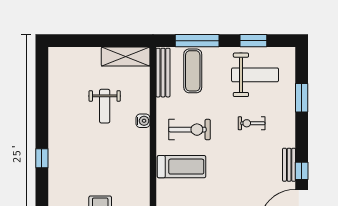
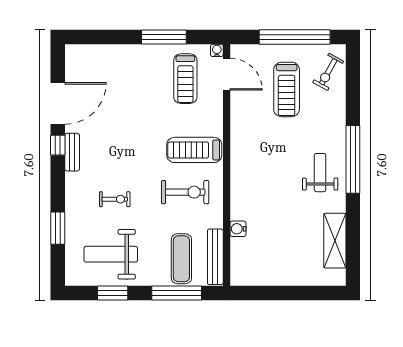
shelving: (126, 57) -> (335, 241), moved, turned 90
weight bench: (105, 106) -> (320, 173), moved
water cooler: (143, 121) -> (238, 229), moved
exercise bike: (189, 130) -> (185, 192), turned 180
window: (42, 158) -> (353, 159), width x3.17

